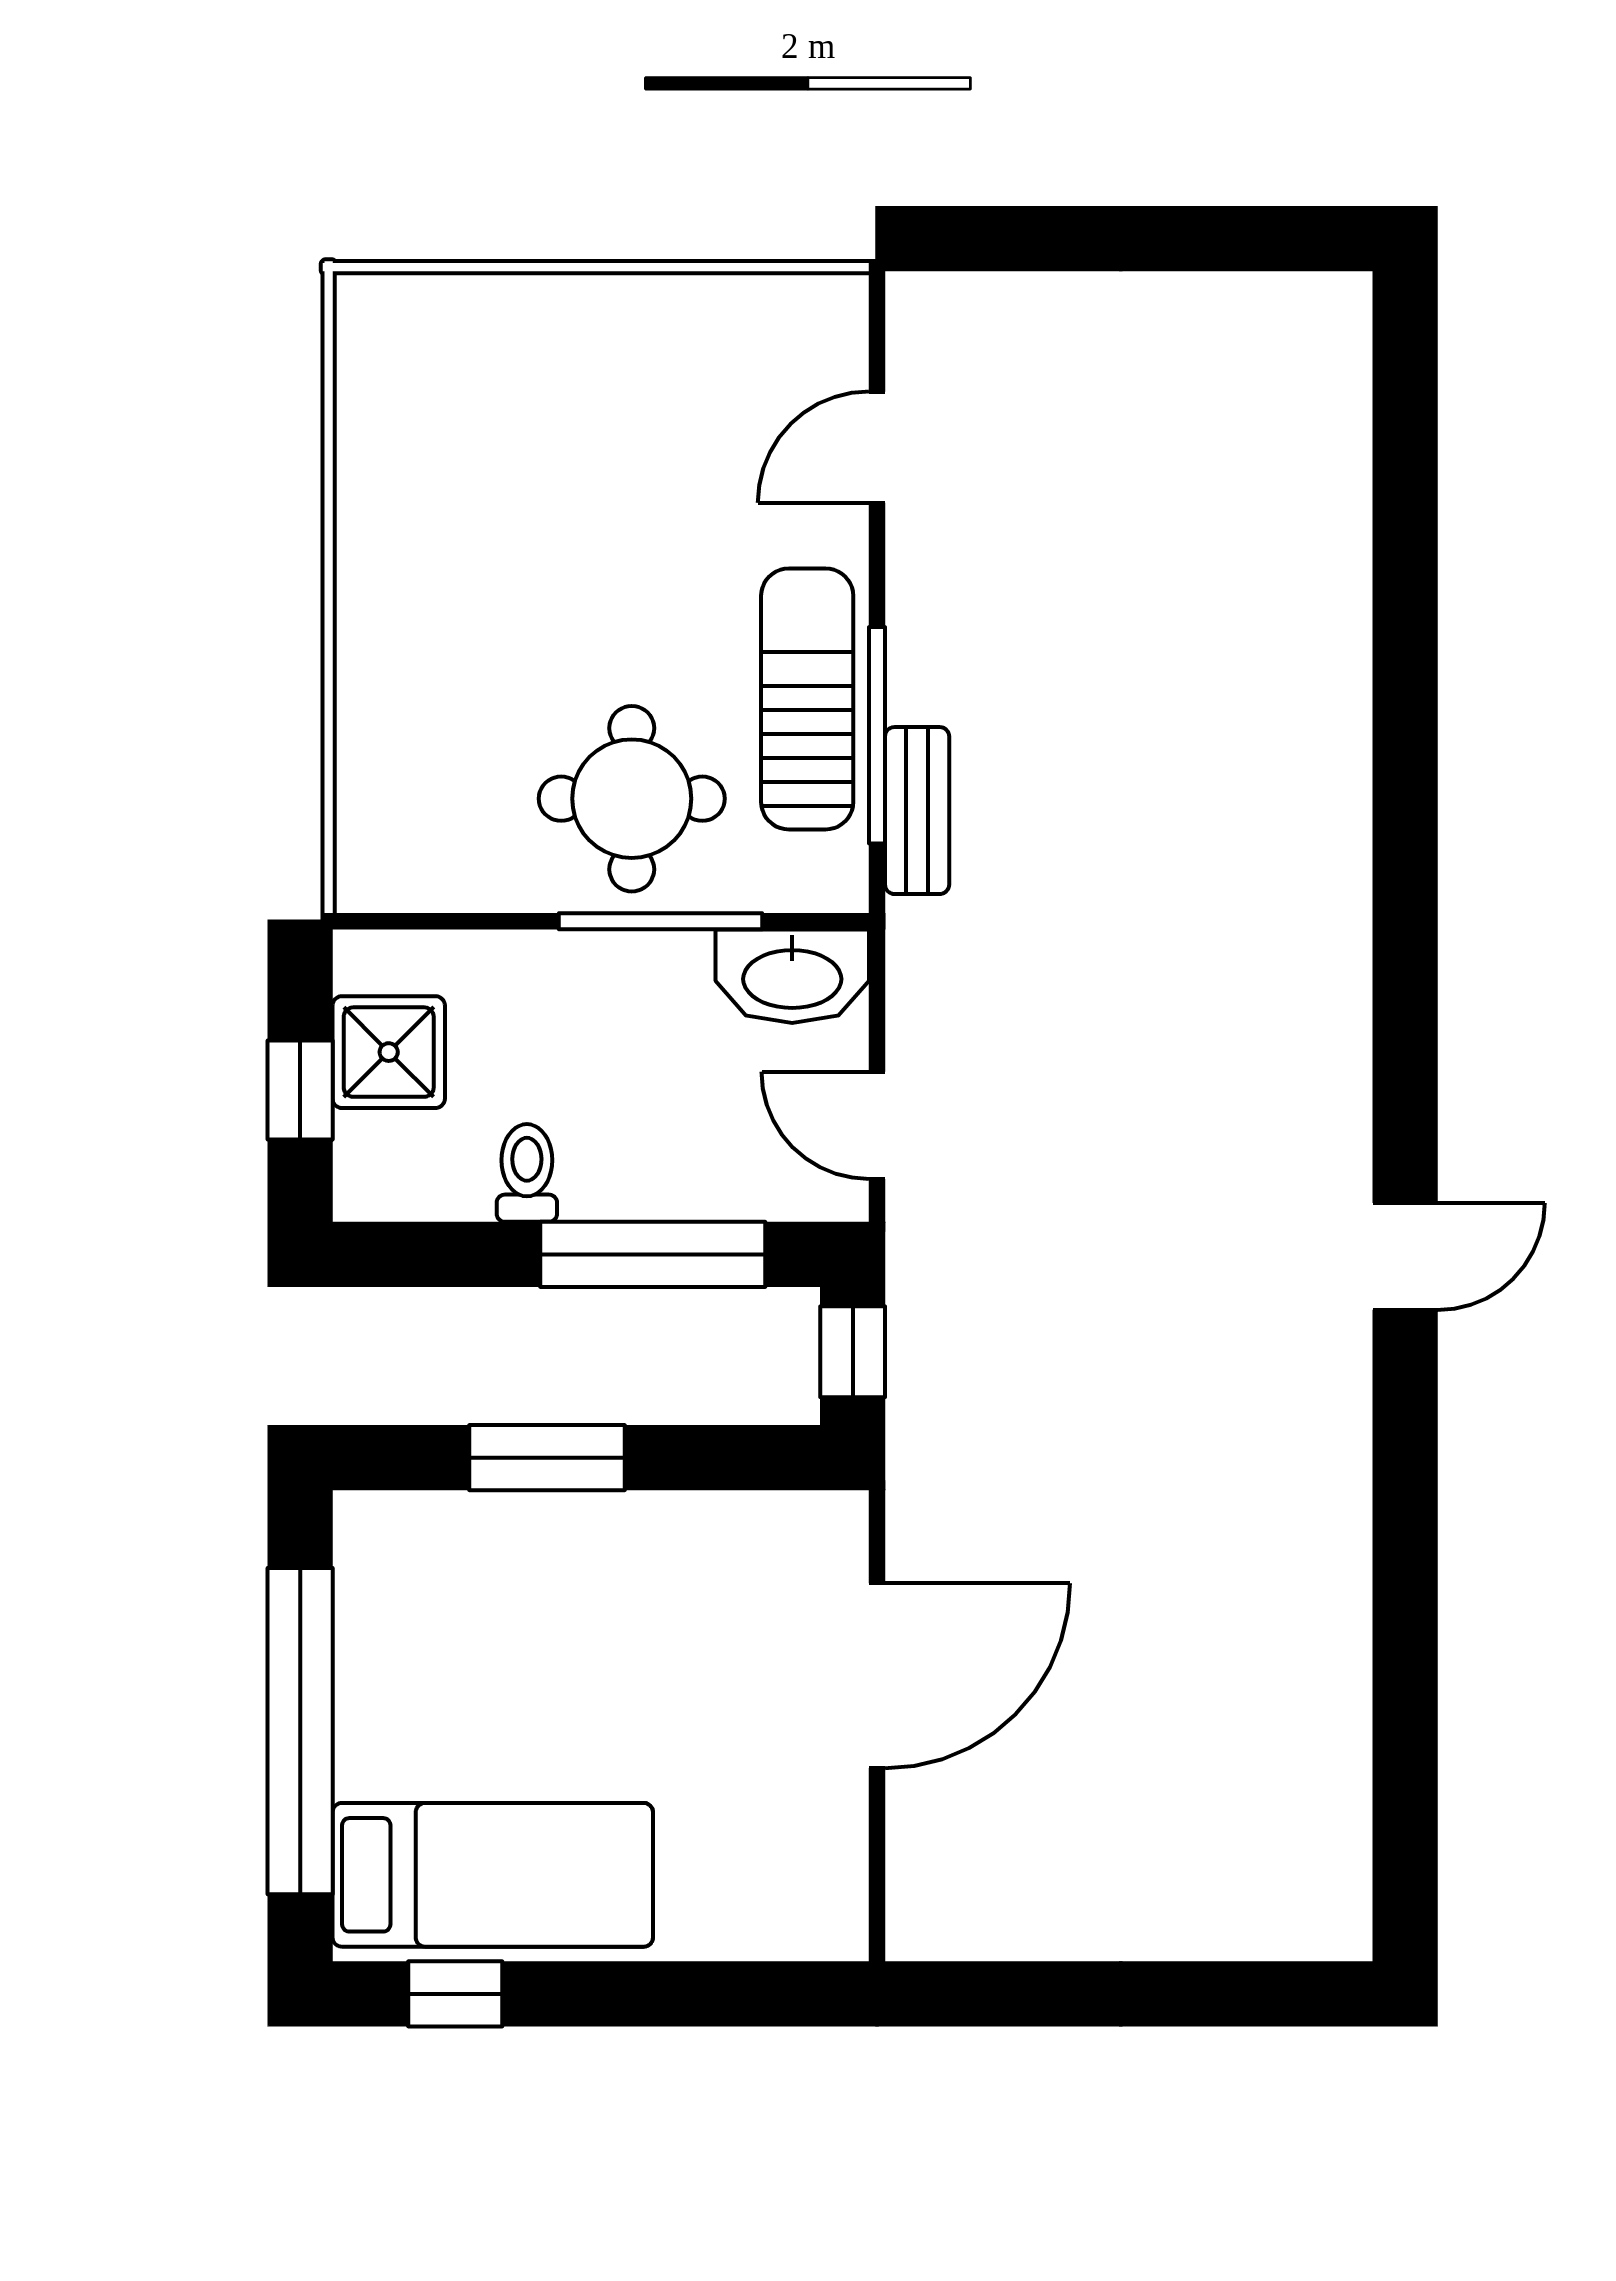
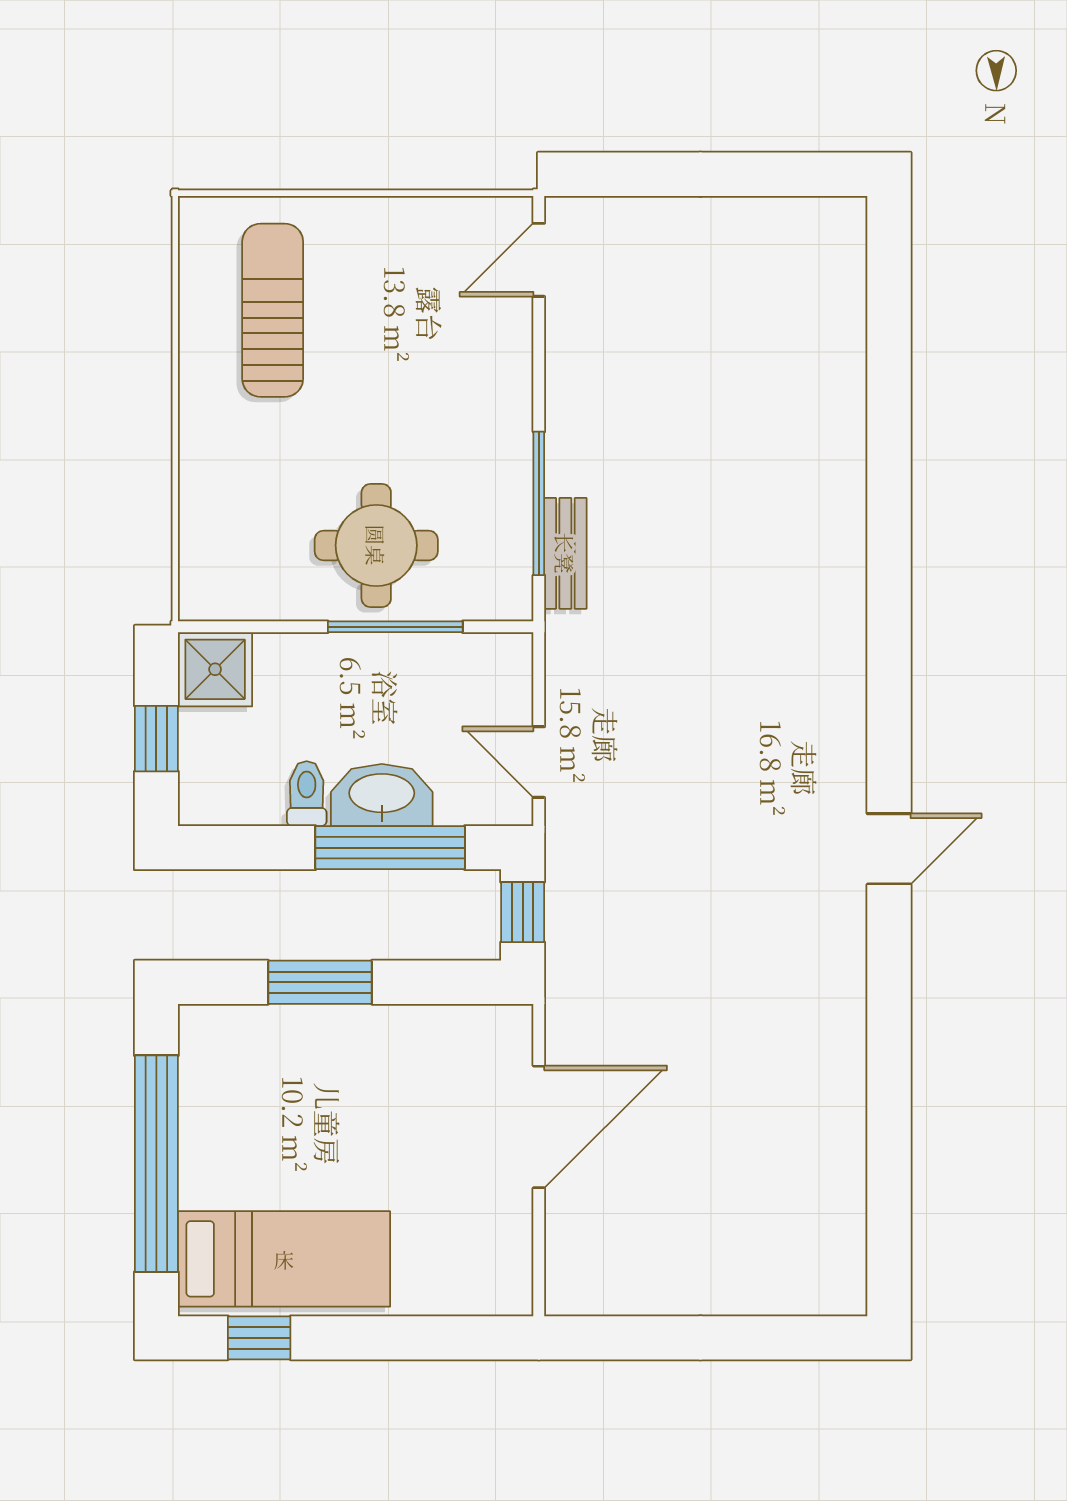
door: (877, 447) -> (539, 260), moved
sun lounger: (807, 699) -> (273, 310), moved
washbasin: (792, 976) -> (382, 795), moved, turned 180
shower: (389, 1052) -> (215, 669), moved

